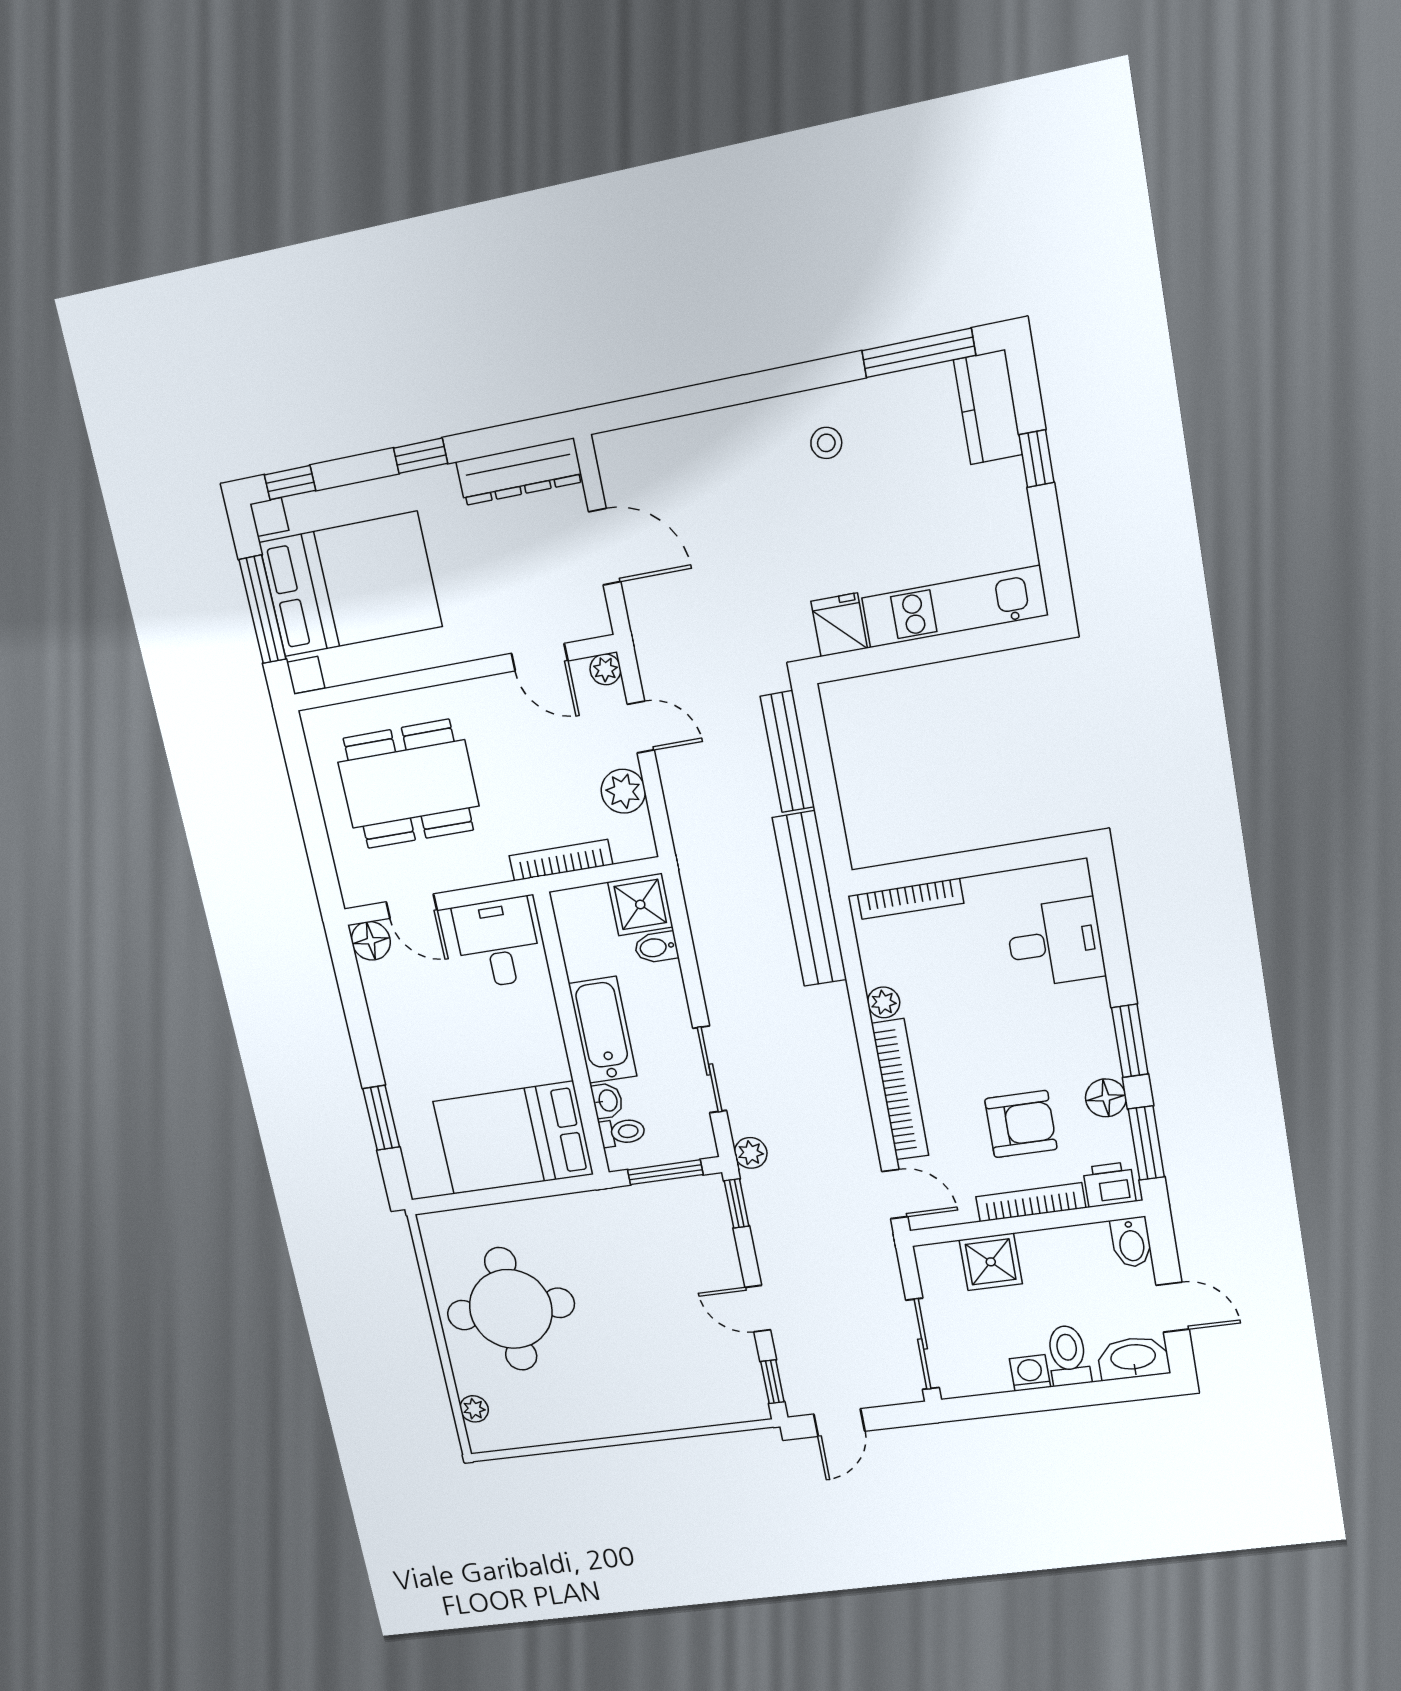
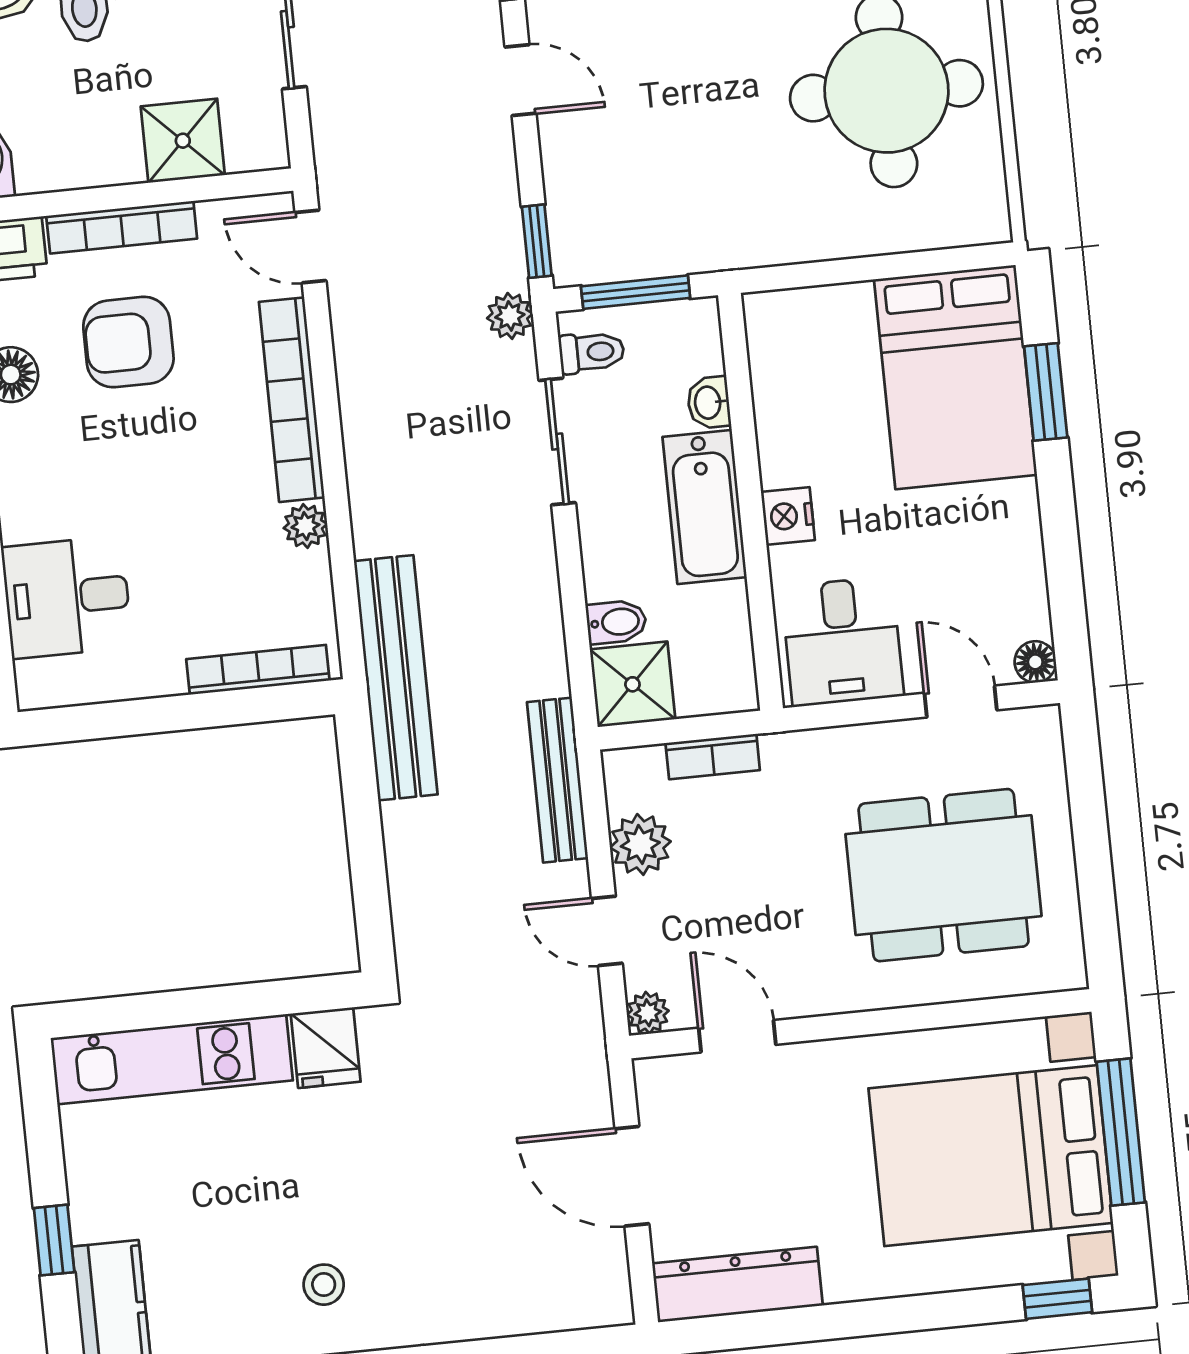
window: (421, 456) -> (871, 1318), removed
bench: (787, 752) -> (558, 780), moved
bookcase: (561, 860) -> (713, 756), width x0.64
floor lamp: (371, 941) -> (1035, 662), width x0.73, depth x0.73
nightstand: (545, 1027) -> (788, 516), added
toilet: (622, 1132) -> (592, 352), moved, turned 180
bed: (513, 1138) -> (956, 377), moved, turned 90

